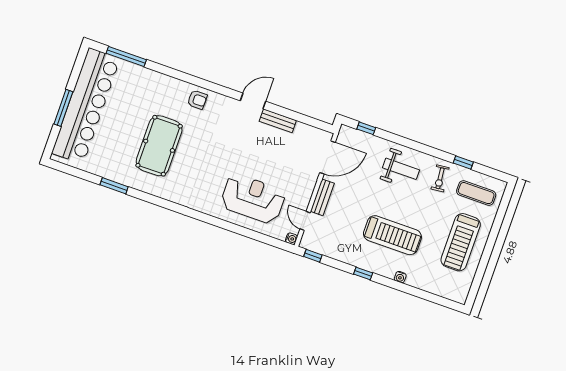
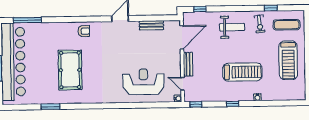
bench: (278, 121) -> (151, 25), moved

